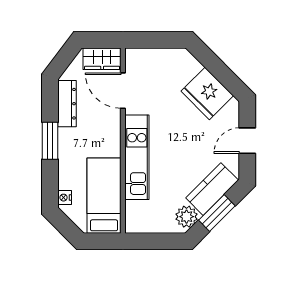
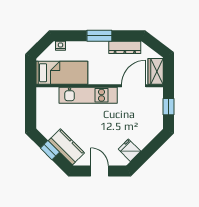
window: (153, 40) -> (169, 107), added
fridge: (207, 93) -> (129, 150), width x0.53, depth x0.75
window: (217, 213) -> (50, 150), width x0.67
plant: (187, 217) -> (47, 129), removed

